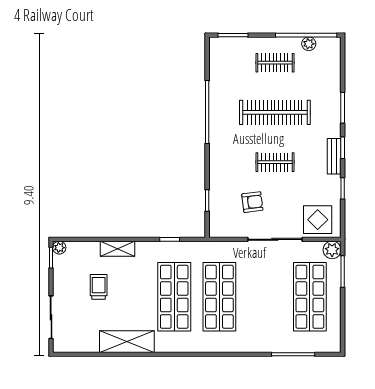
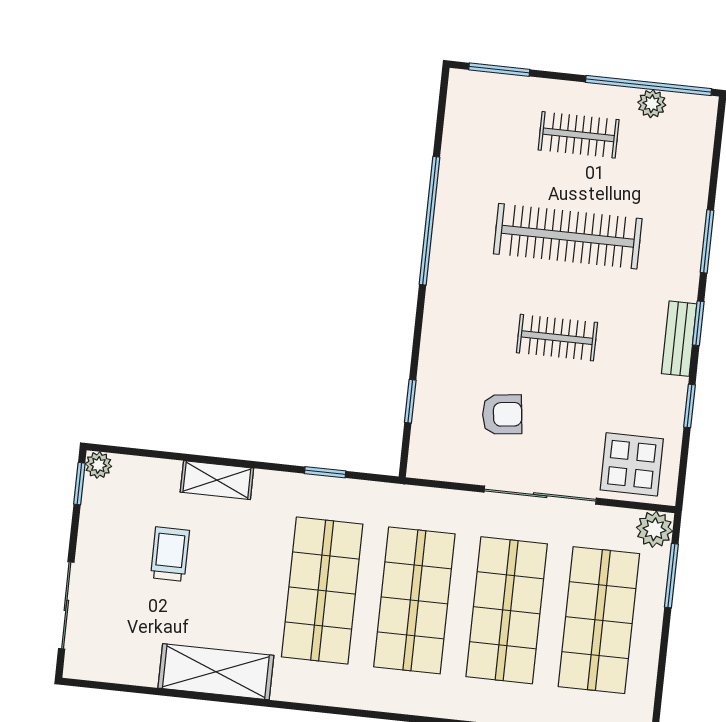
shop shelf: (265, 297) -> (507, 610), added

